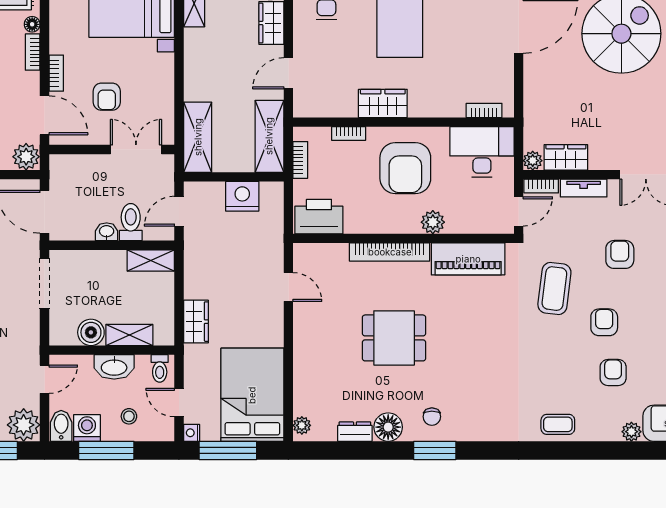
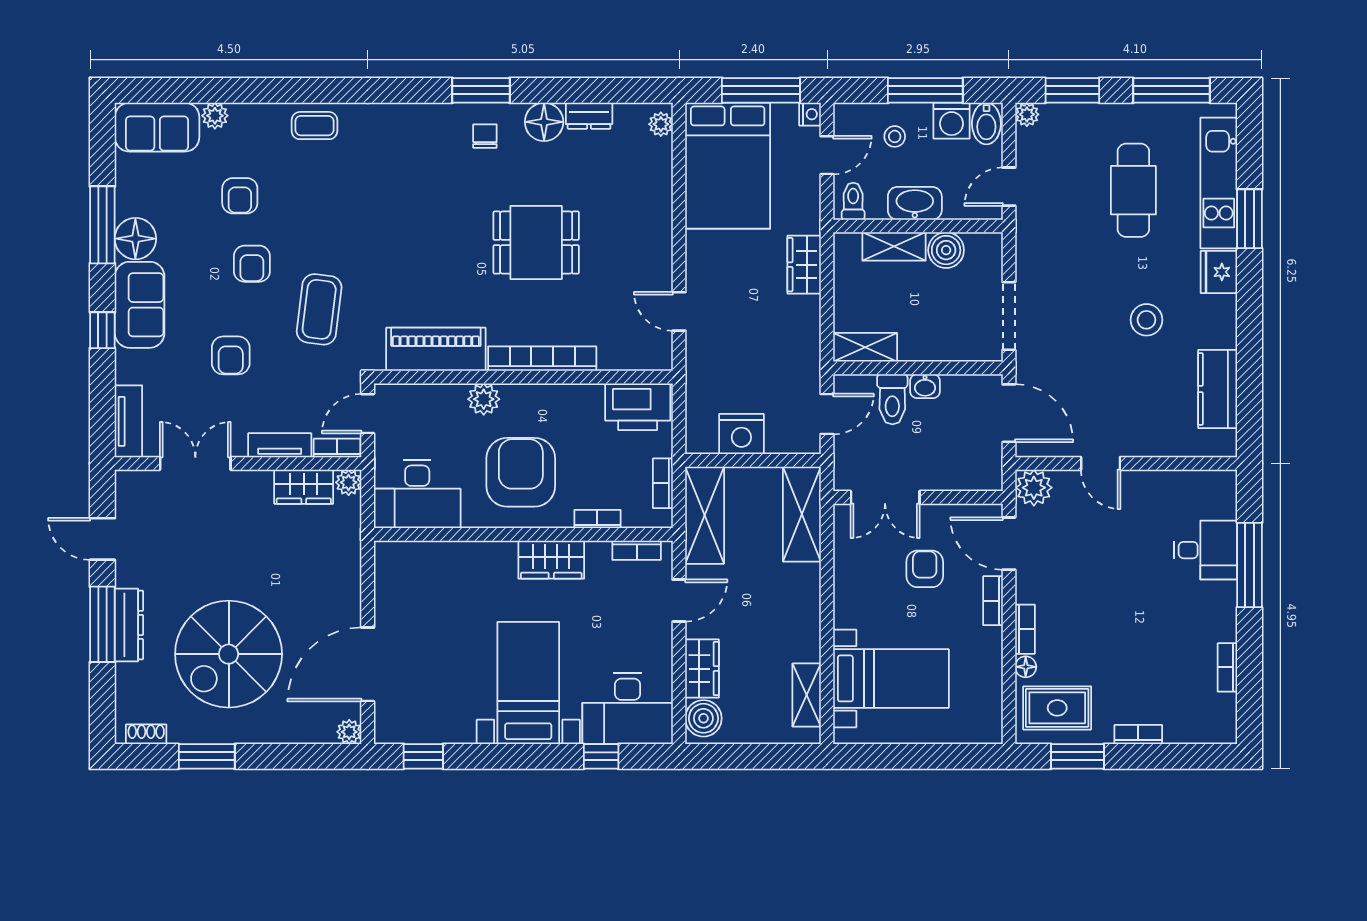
bookcase: (484, 110) -> (637, 550), moved
door: (179, 402) -> (827, 155), hinge flipped
plant: (24, 425) -> (1027, 114), width x0.53, depth x0.53

